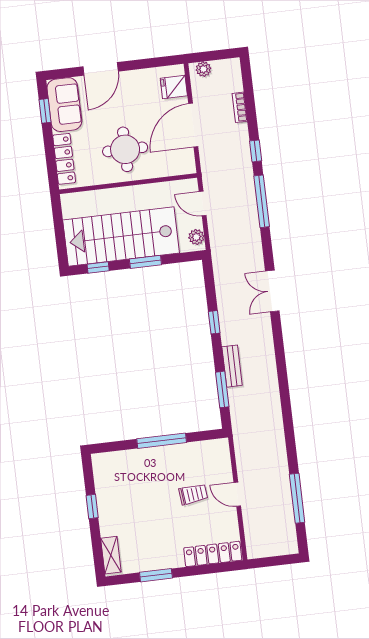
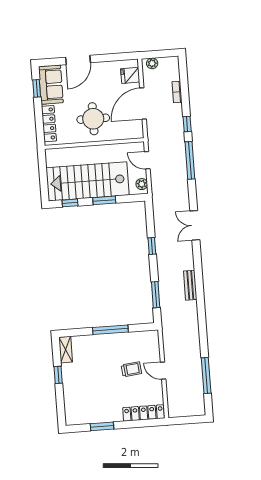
bench: (232, 366) -> (190, 285), moved
shelving: (111, 555) -> (66, 350), moved

